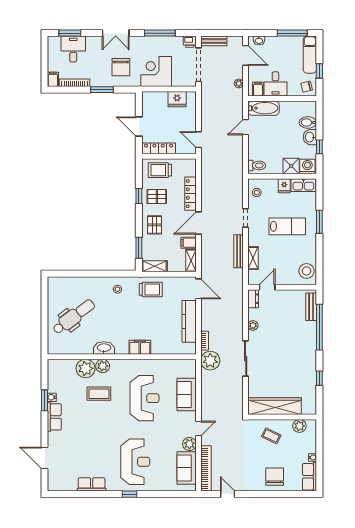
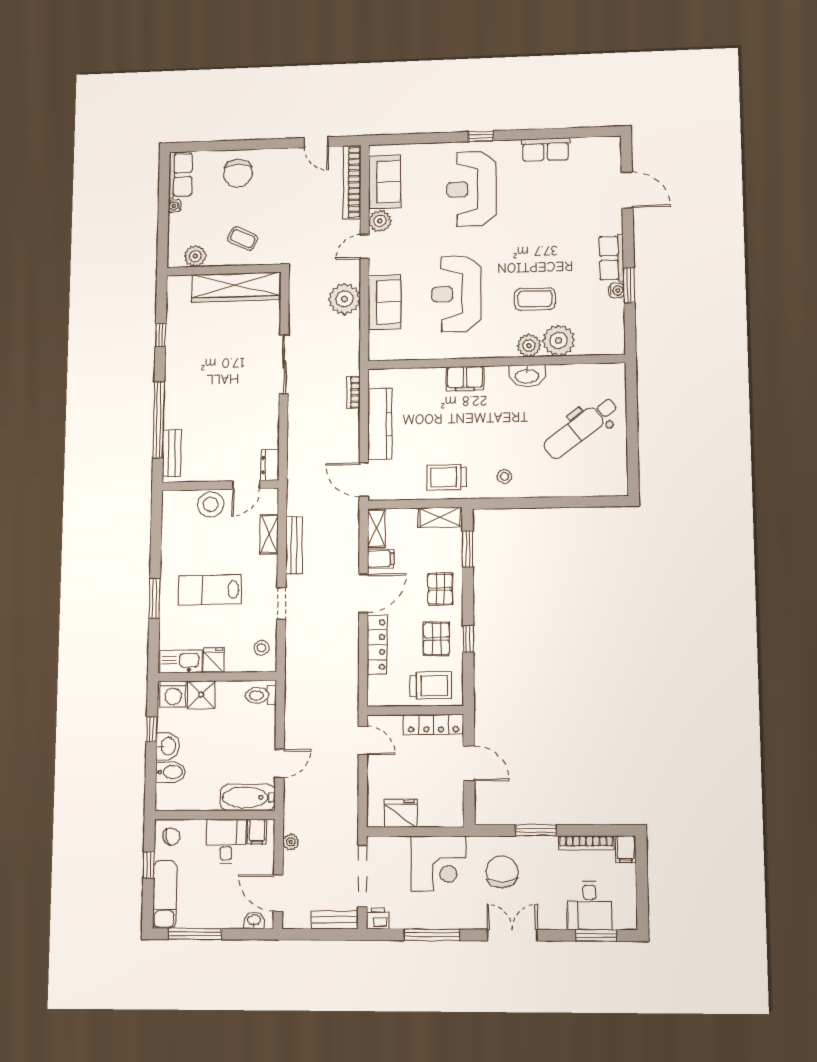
pallet: (157, 197) -> (436, 639), turned 90
stool: (307, 271) -> (211, 504), moved
plant: (253, 326) -> (271, 420), removed
plant: (210, 361) -> (344, 299), moved

